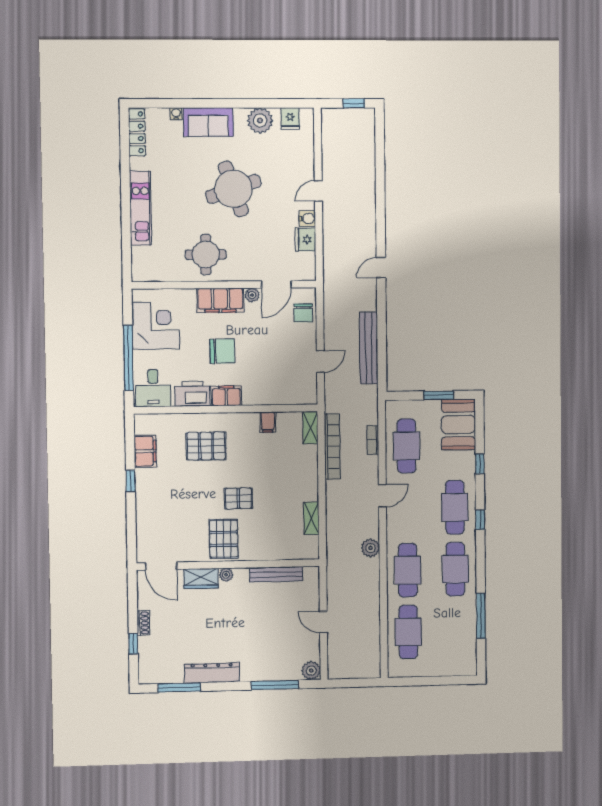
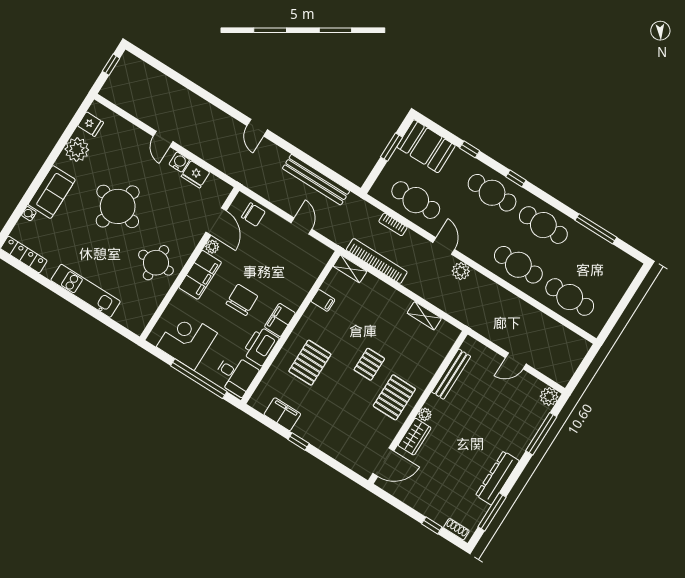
round table: (233, 189) -> (118, 206), turned 33
pallet: (224, 539) -> (394, 397), turned 90
plant: (371, 548) -> (461, 271), moved
shoe rack: (143, 623) -> (456, 529), moved

